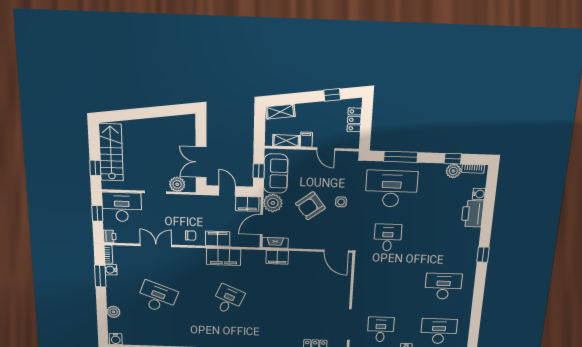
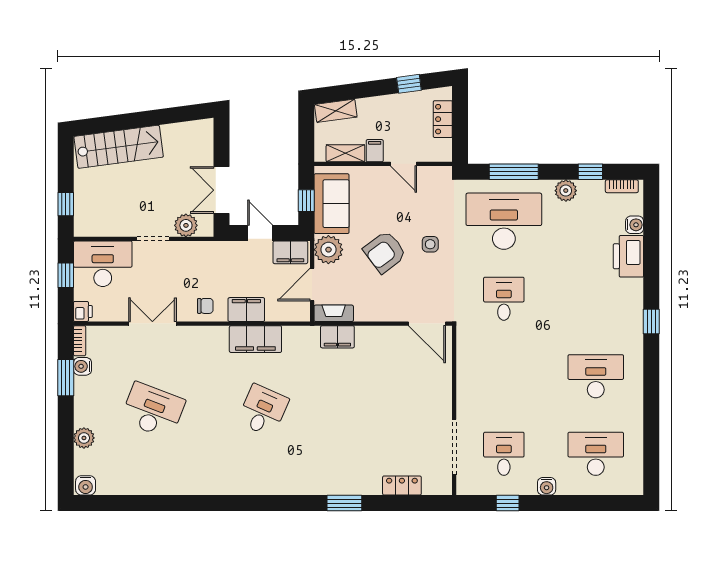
stairs: (111, 152) -> (119, 147), moved, turned 82
plant: (453, 171) -> (566, 191), moved

